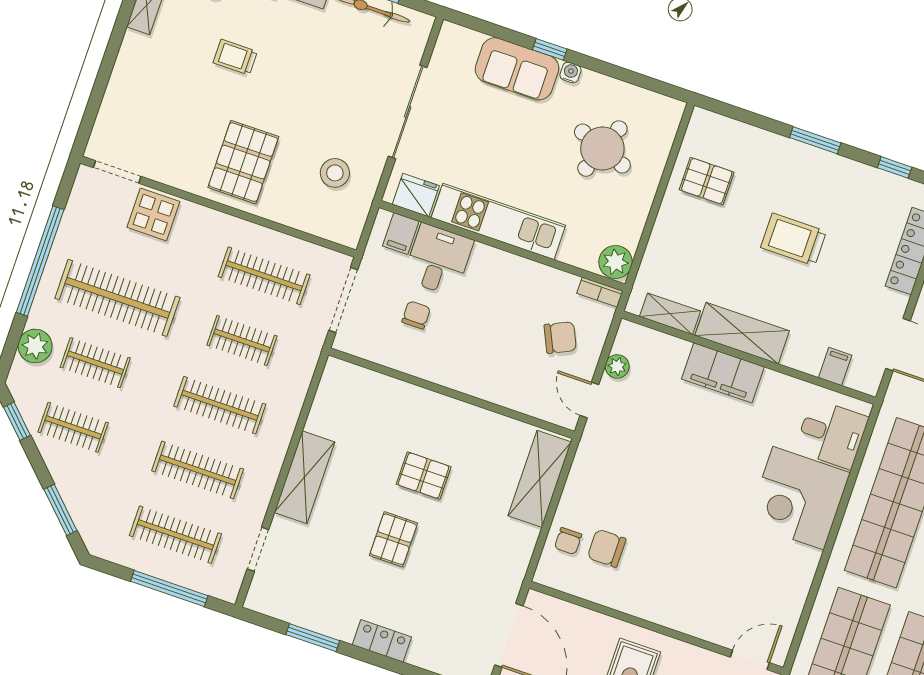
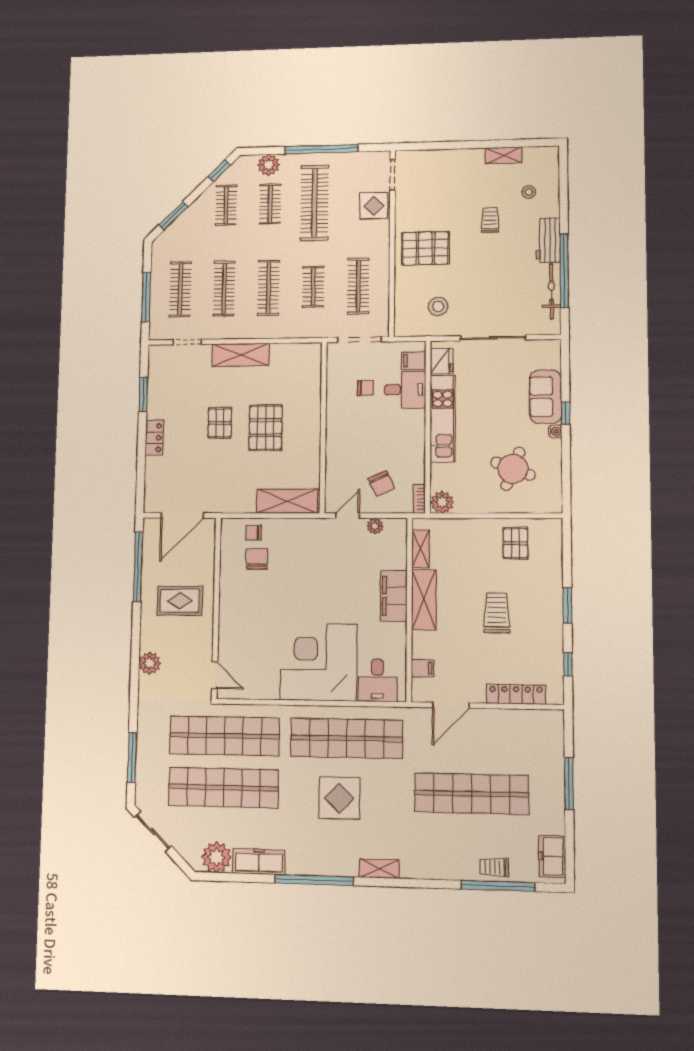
pallet: (424, 476) -> (266, 428), width x1.50, depth x1.42
corner desk: (798, 498) -> (319, 662), width x1.36, depth x1.36
pallet: (393, 539) -> (220, 423), turned 90

